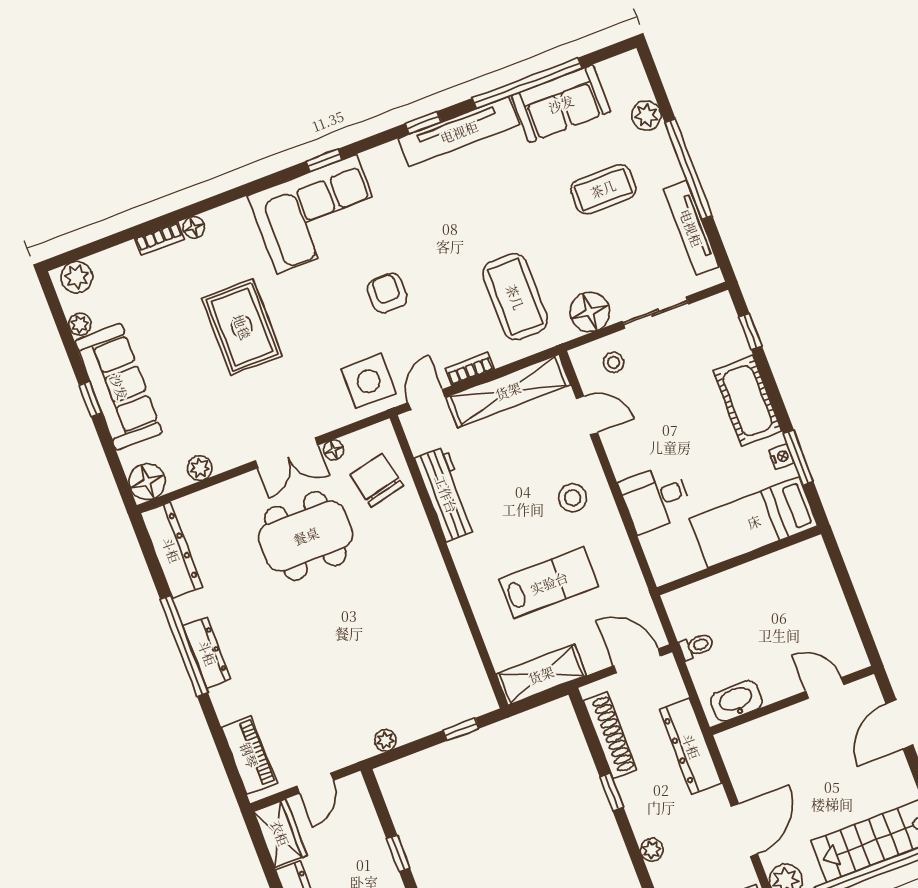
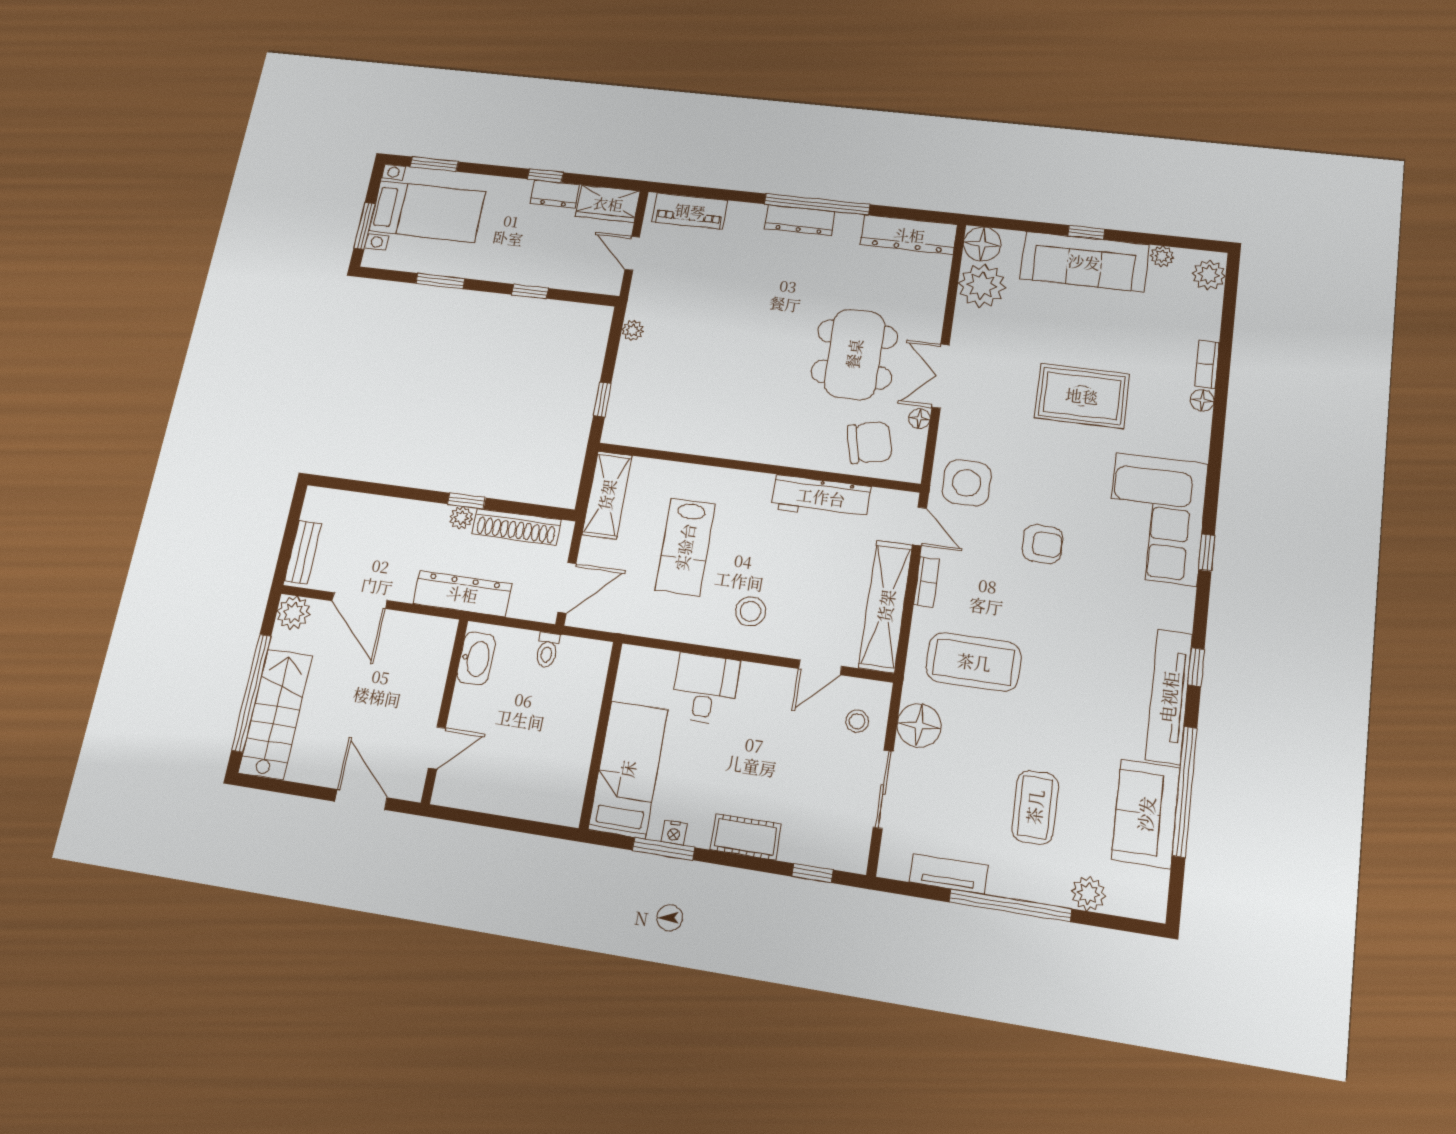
tv unit: (691, 228) -> (949, 874), width x0.71
cot: (747, 401) -> (746, 837), width x0.73, depth x0.75
plant: (200, 468) -> (982, 286), width x1.87, depth x1.87
plant: (652, 850) -> (461, 518), moved

